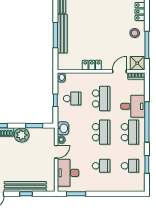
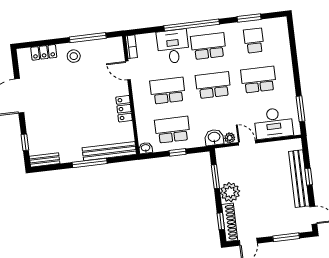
bench: (62, 34) -> (109, 151), moved
shower: (137, 63) -> (114, 48), removed
school desk: (72, 99) -> (172, 130), width x1.85
school desk: (101, 166) -> (259, 80), width x1.85

